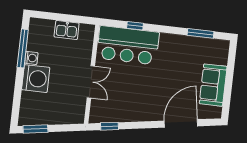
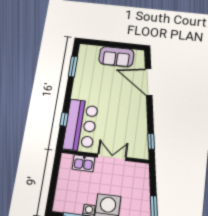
kitchen sink: (67, 30) -> (83, 163), moved, turned 90

